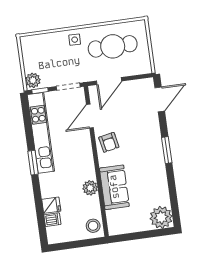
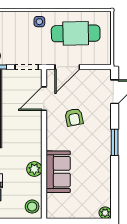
armchair: (109, 142) -> (74, 117), moved
plant: (161, 217) -> (105, 213), width x0.53, depth x0.53

